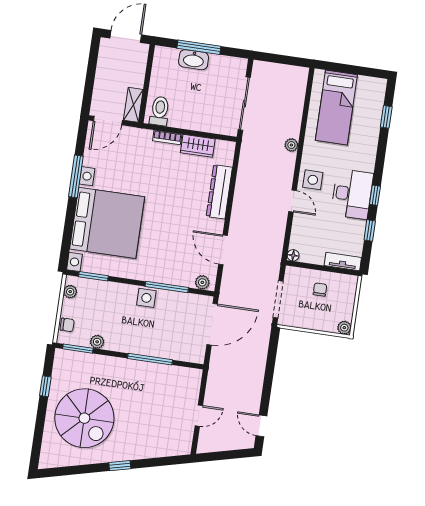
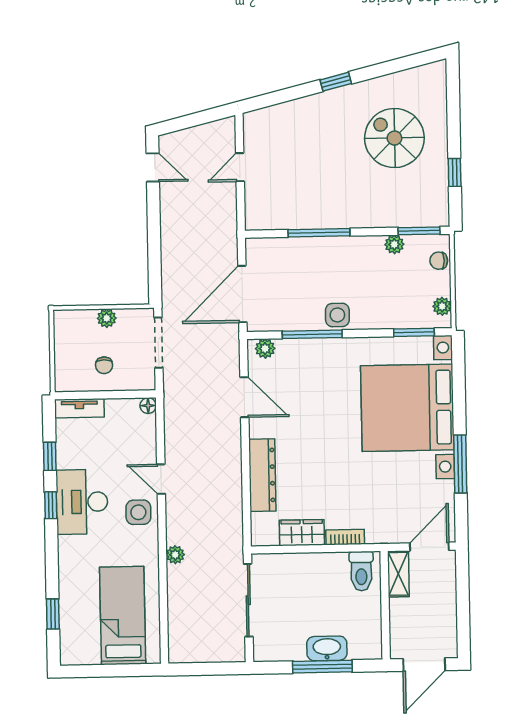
plant: (344, 328) -> (107, 318), moved
spiral stairs: (84, 418) -> (394, 138), width x0.73, depth x0.73

